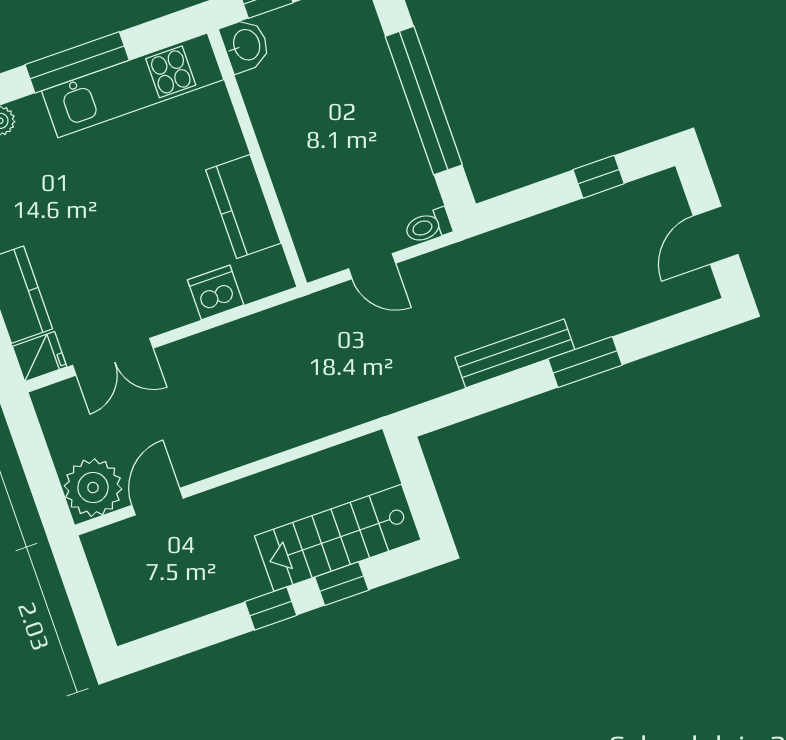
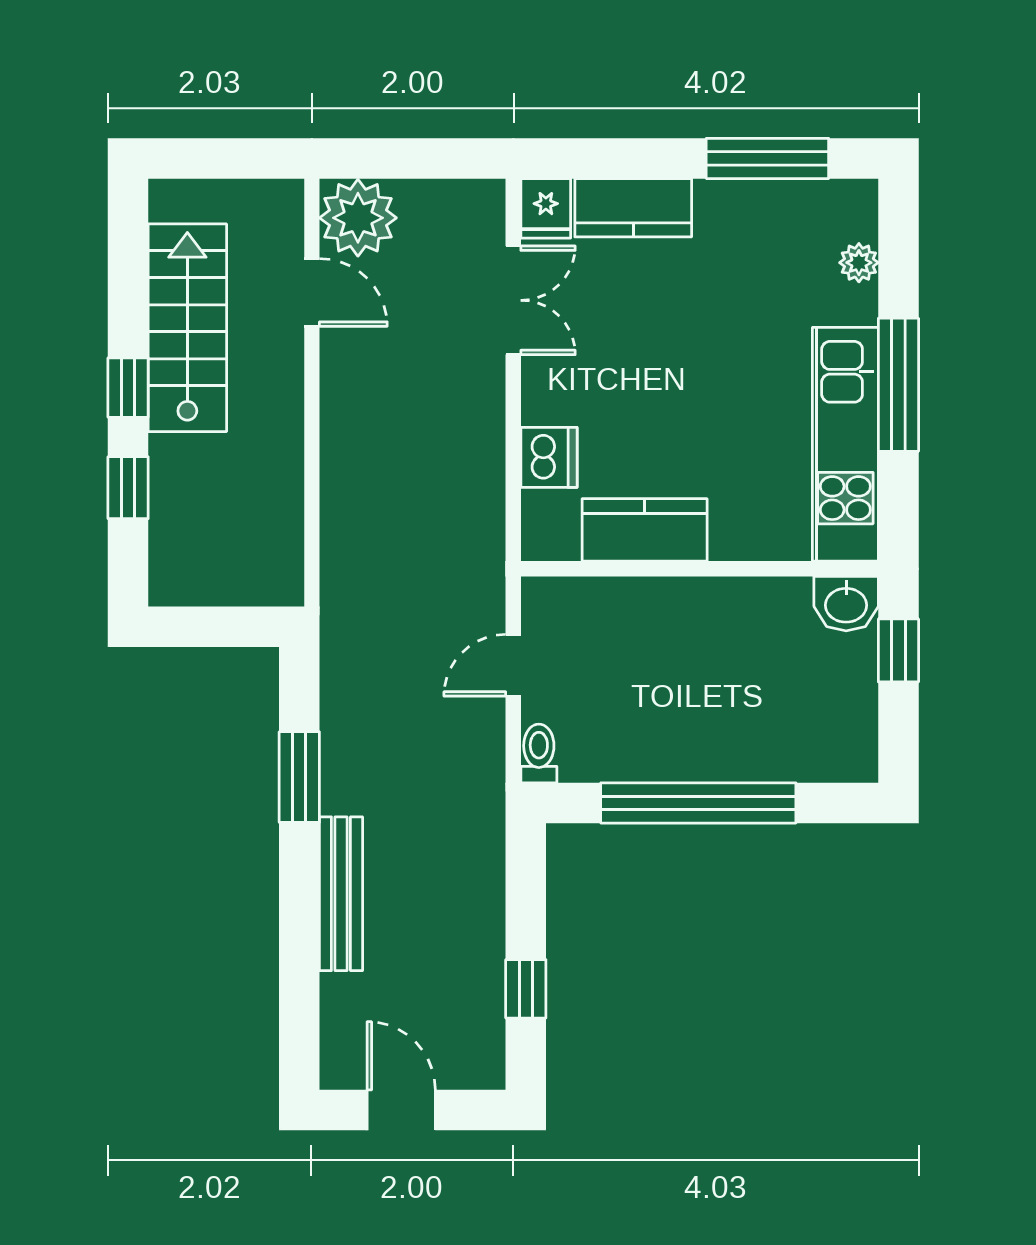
bench: (515, 353) -> (341, 894), moved
double door: (113, 357) -> (513, 300), swing flipped
window: (585, 362) -> (299, 777), moved
stairs: (338, 538) -> (187, 328), moved

